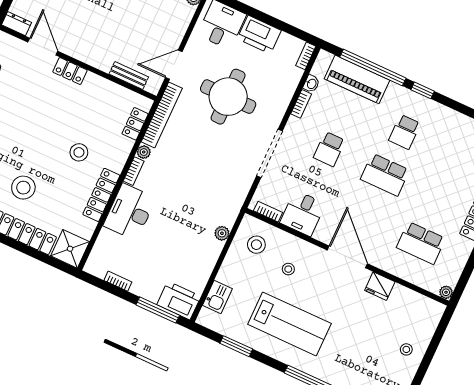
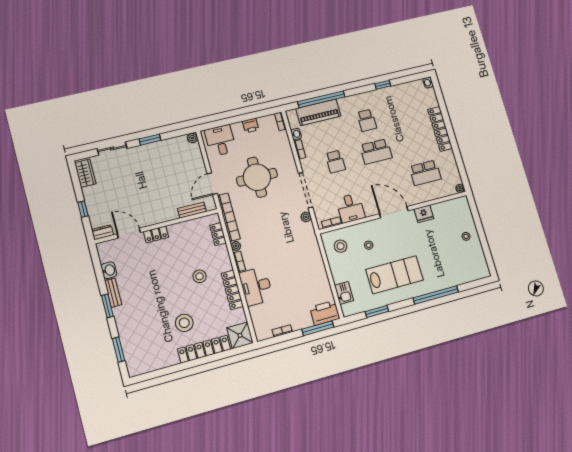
printer: (259, 35) -> (251, 125), width x0.53, depth x0.68
window: (423, 90) -> (383, 85), moved
plant: (222, 233) -> (306, 217), moved

